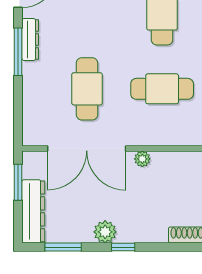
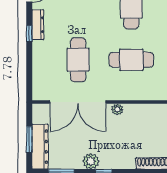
window: (18, 52) -> (29, 33), width x0.46
window: (18, 182) -> (29, 139), moved

